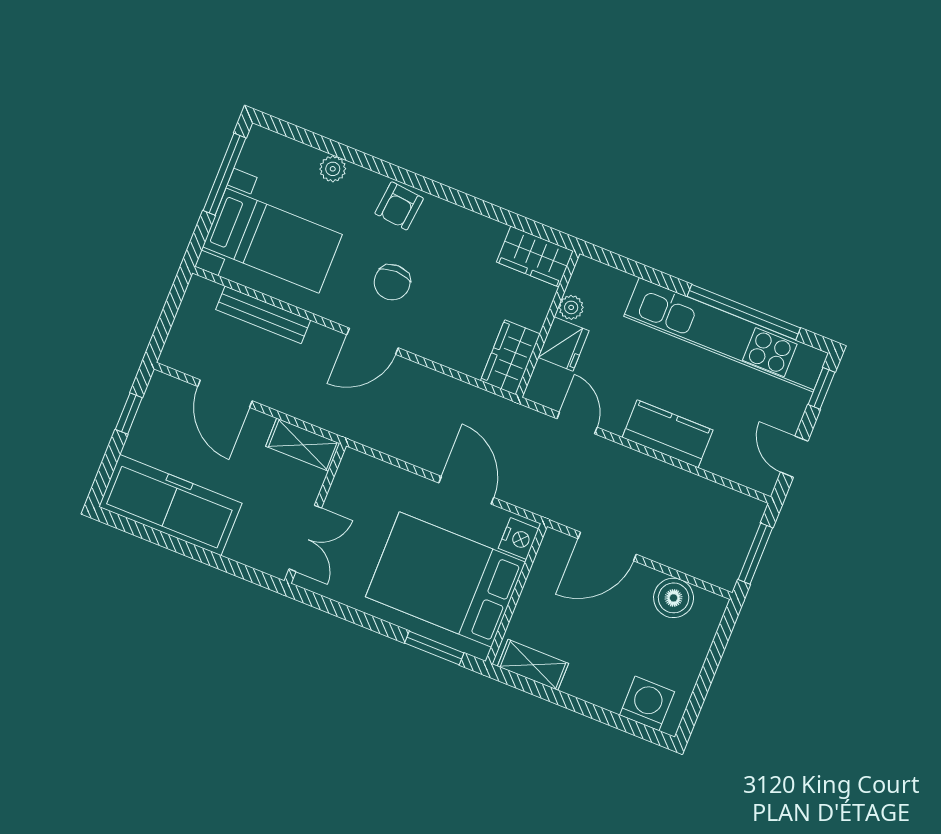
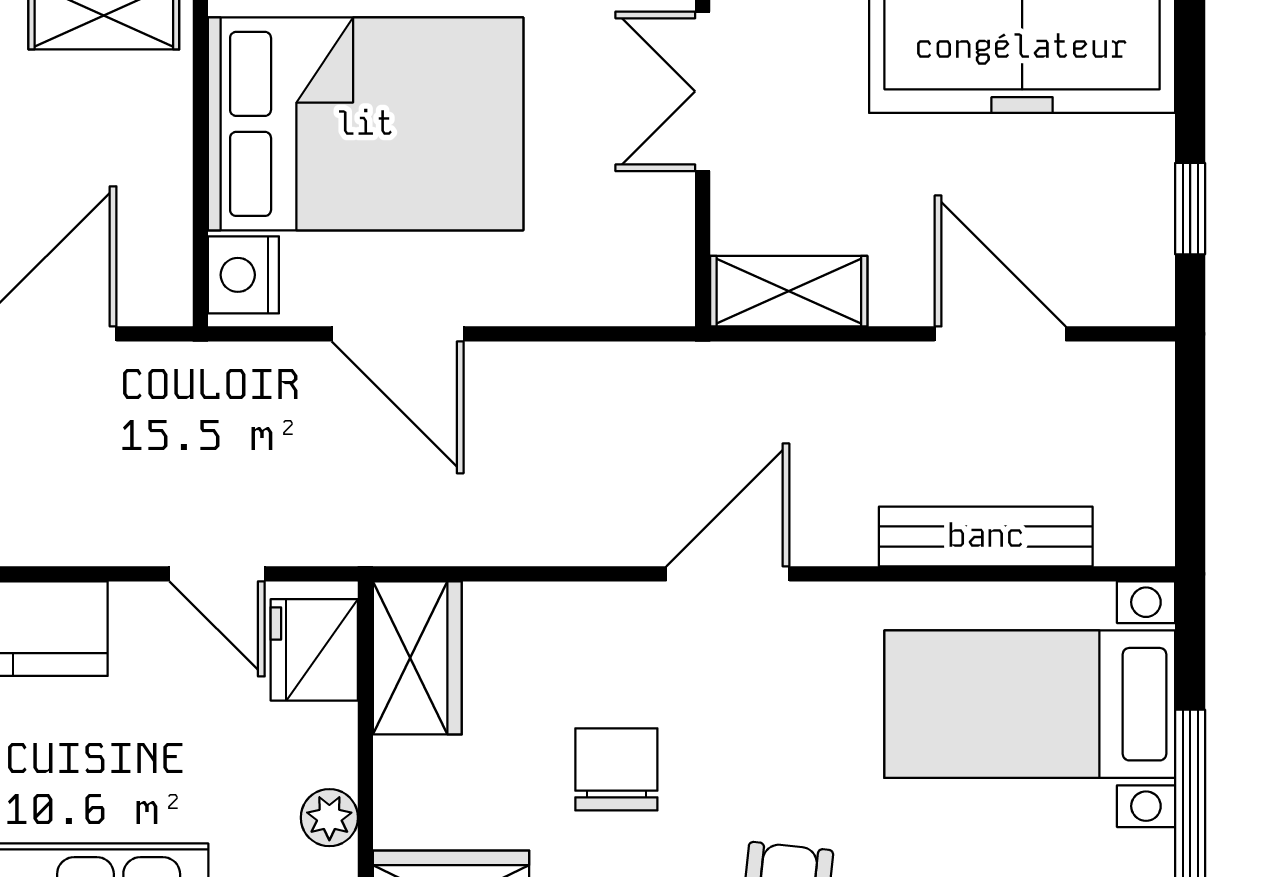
chair: (392, 282) -> (616, 769), moved
fridge: (564, 344) -> (314, 650), moved

